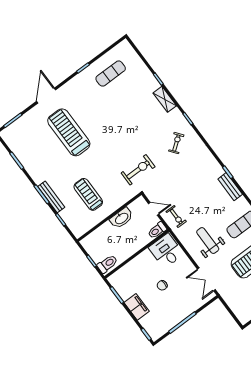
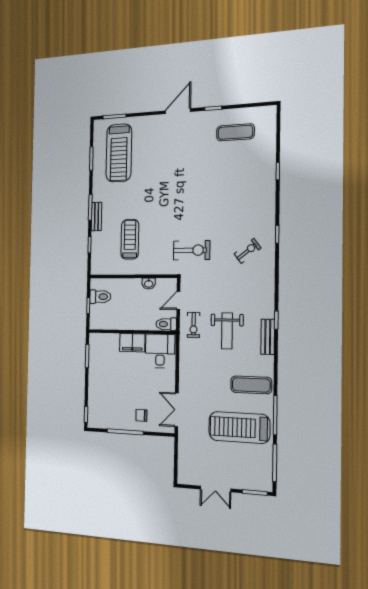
door: (46, 96) -> (178, 111), moved
shelving: (165, 99) -> (269, 197), removed
treadmill: (69, 132) -> (119, 153), moved, turned 180
bench: (51, 197) -> (96, 216), width x0.73
door: (154, 209) -> (178, 300), swing flipped
washbasin: (121, 218) -> (149, 284), width x0.52, depth x0.69
weight bench: (208, 241) -> (227, 331), moved, turned 180
toilet: (107, 264) -> (100, 297), moved
chair: (162, 285) -> (141, 415), moved
filing cabinet: (137, 307) -> (132, 343), moved, turned 90

